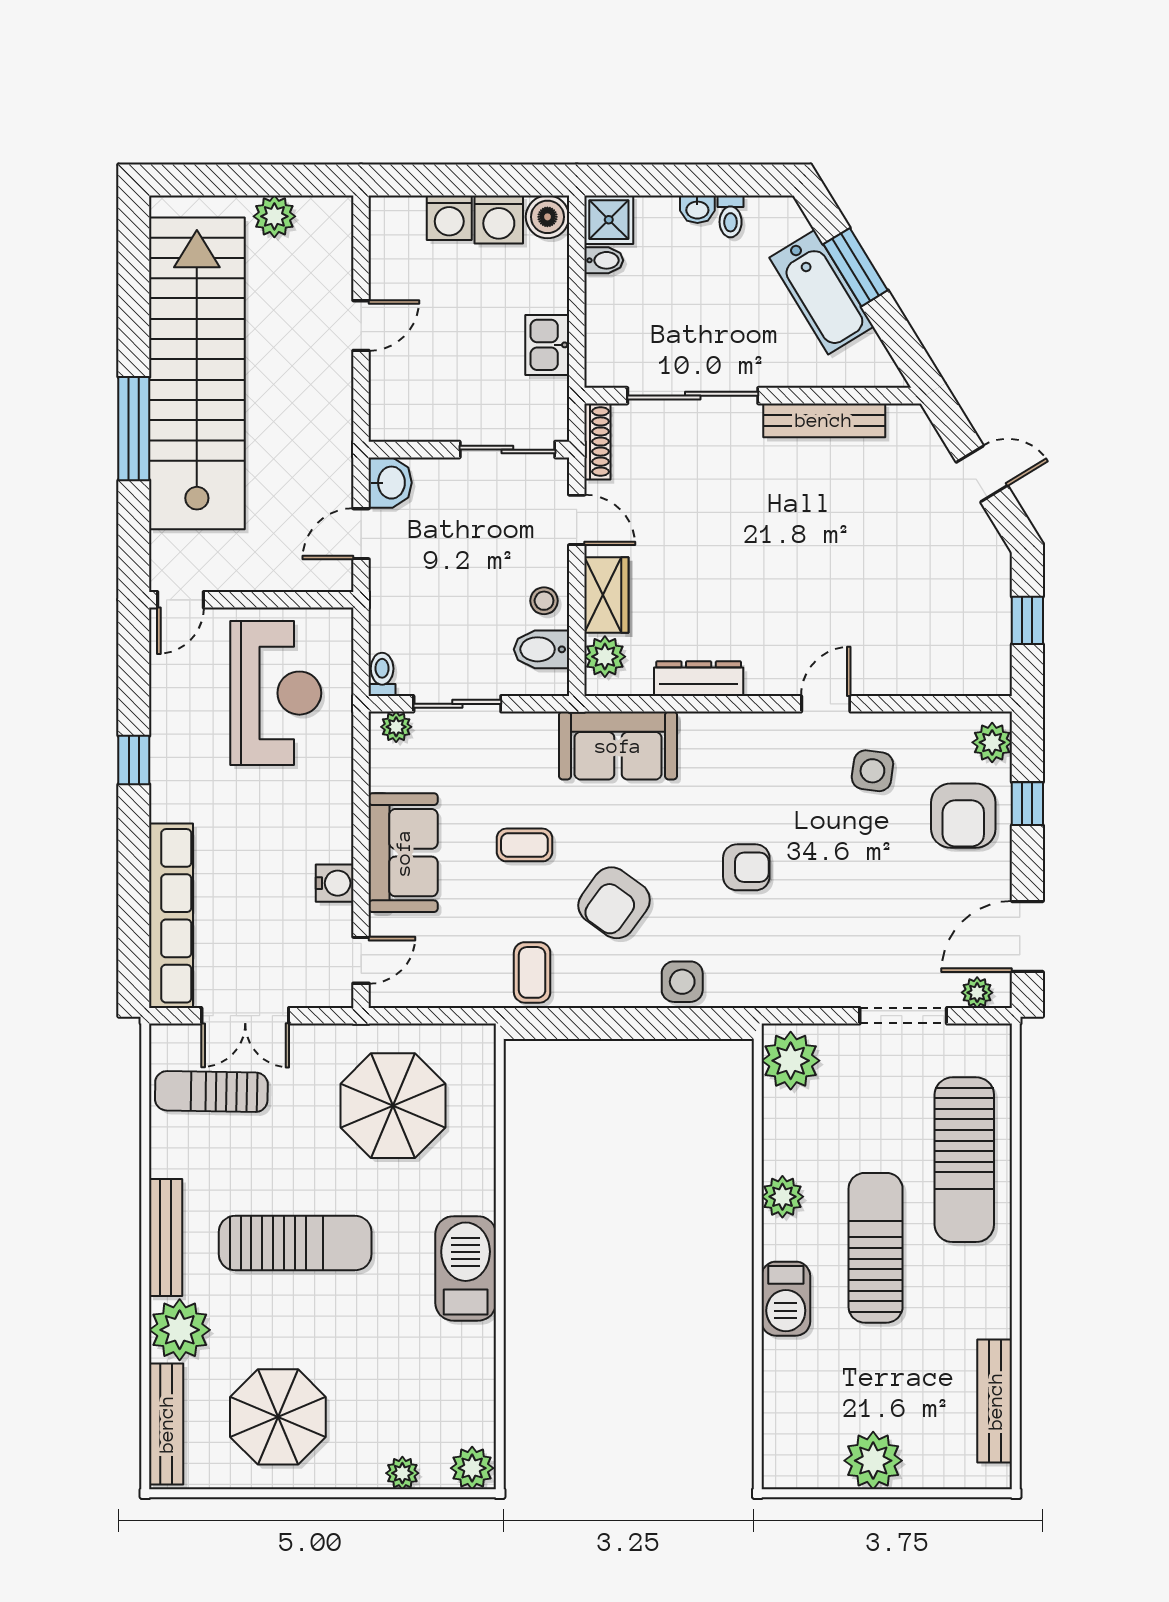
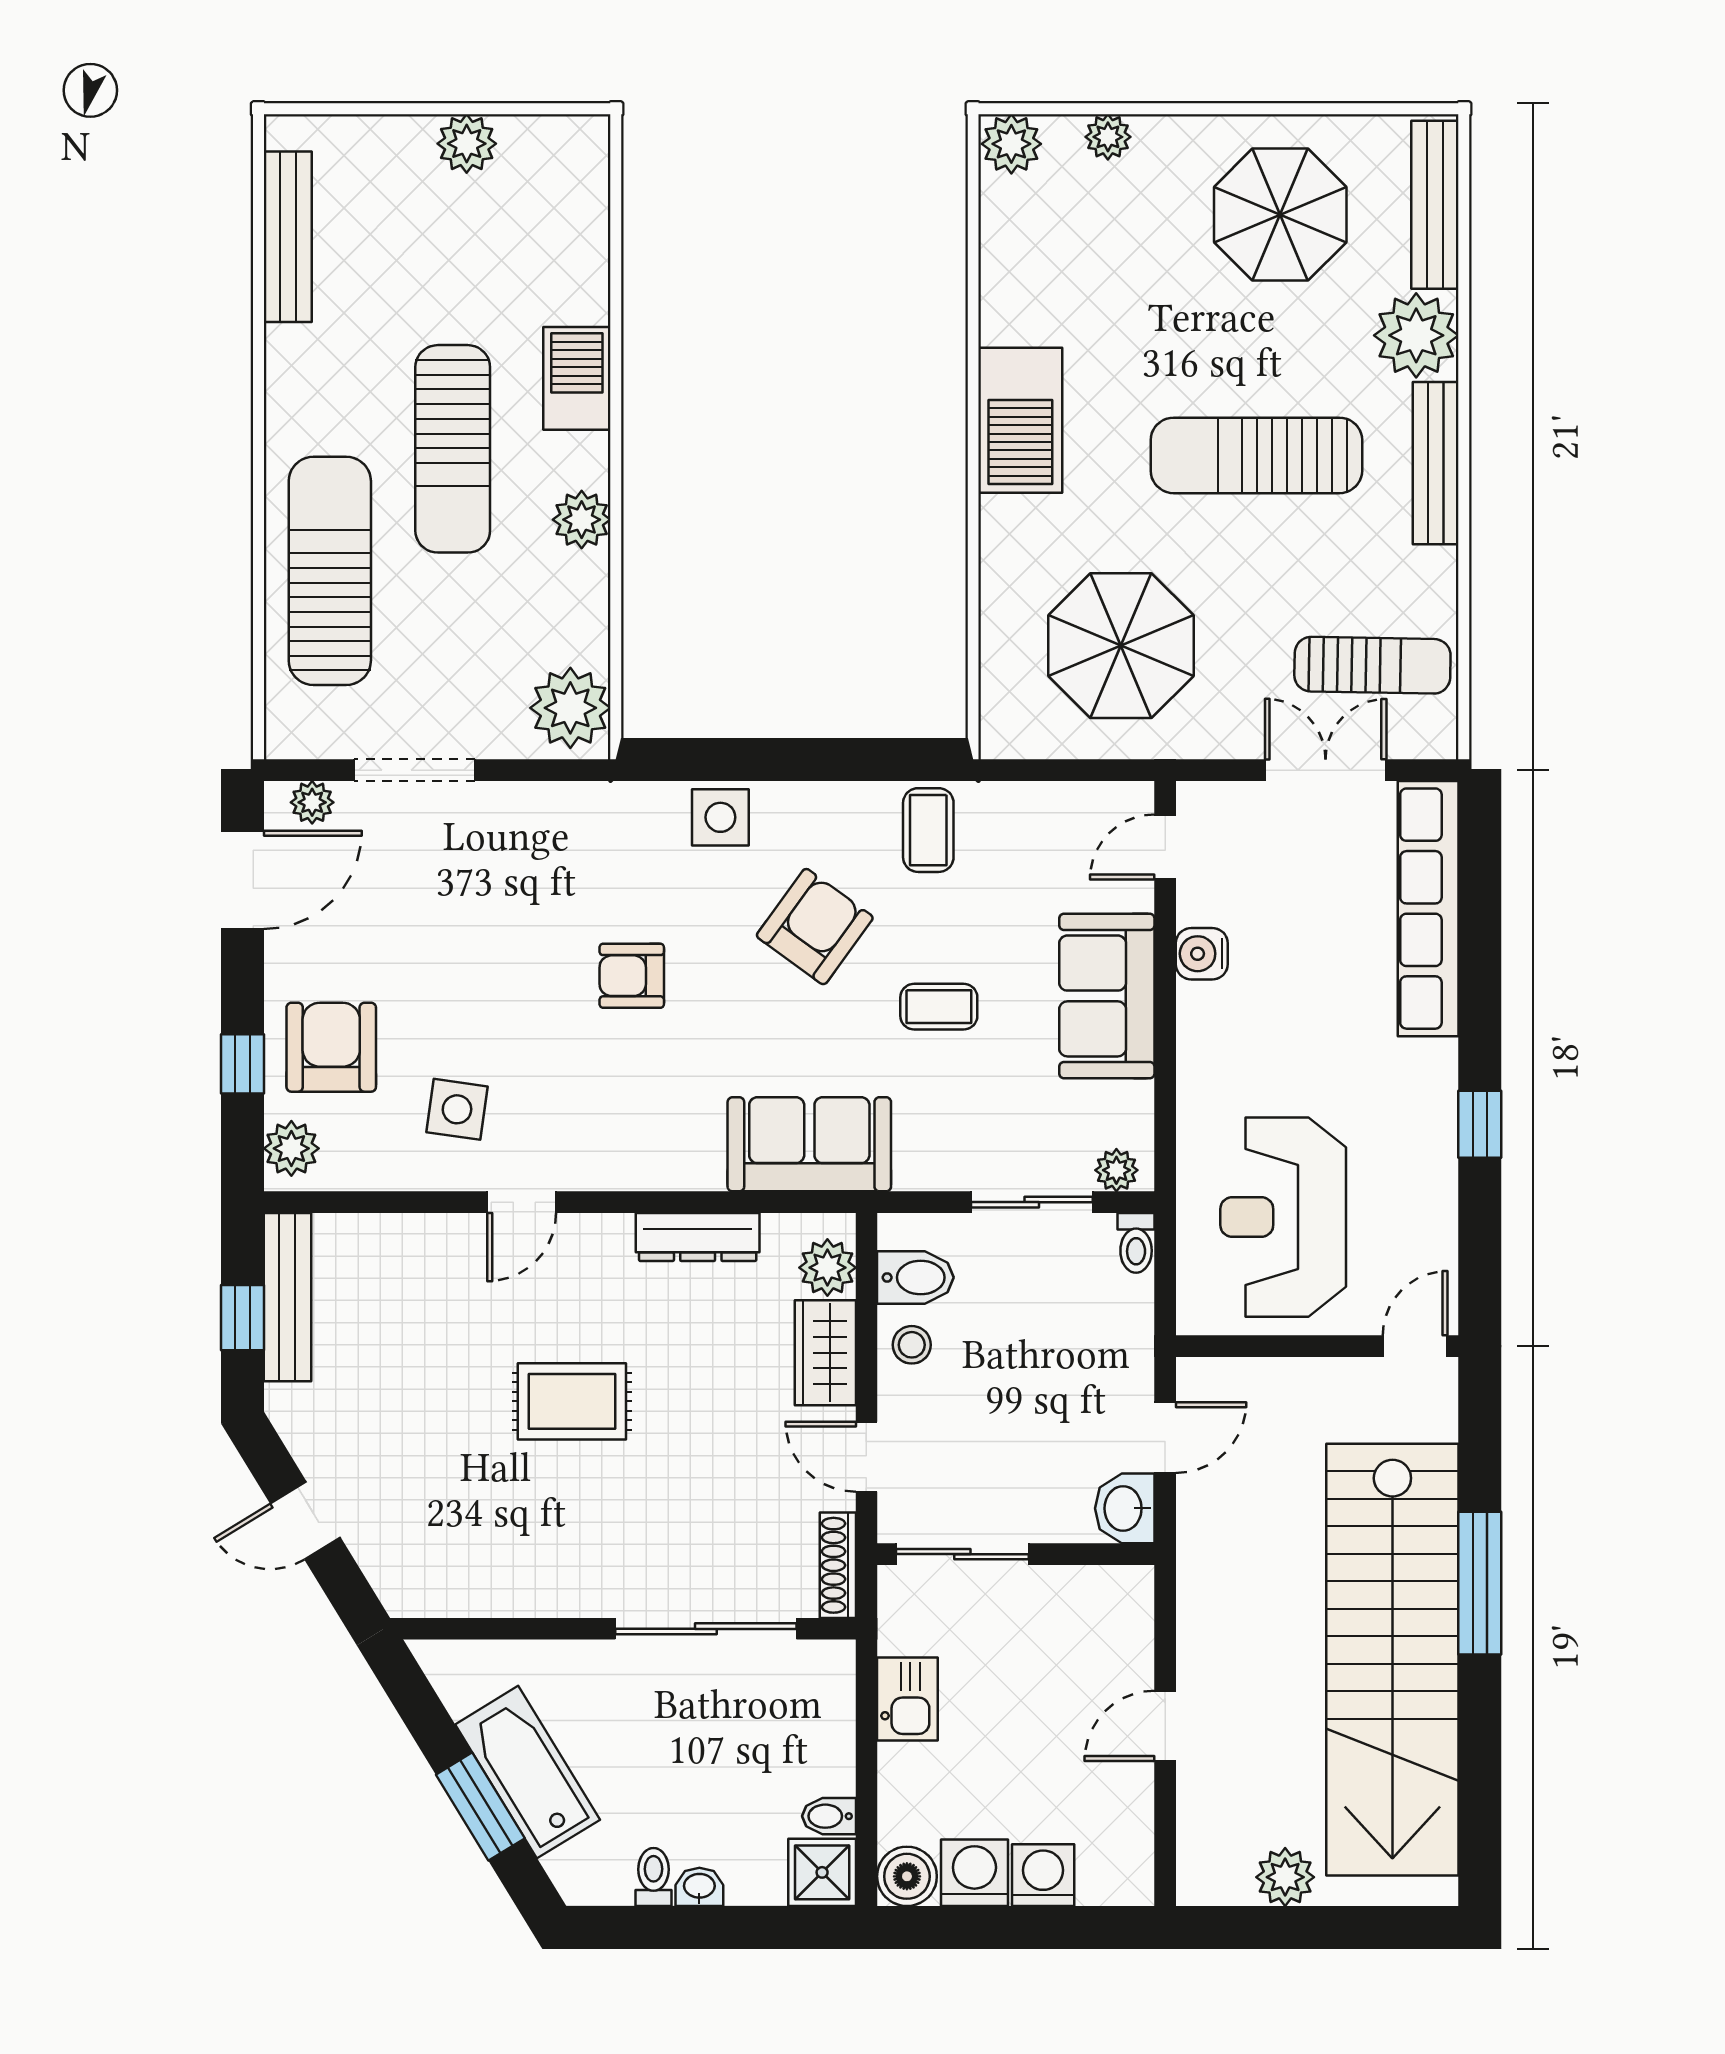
bench: (824, 420) -> (287, 1297), moved, turned 90
rug: (789, 560) -> (572, 1401), added
plant: (873, 1461) -> (467, 144), width x0.73, depth x0.73

